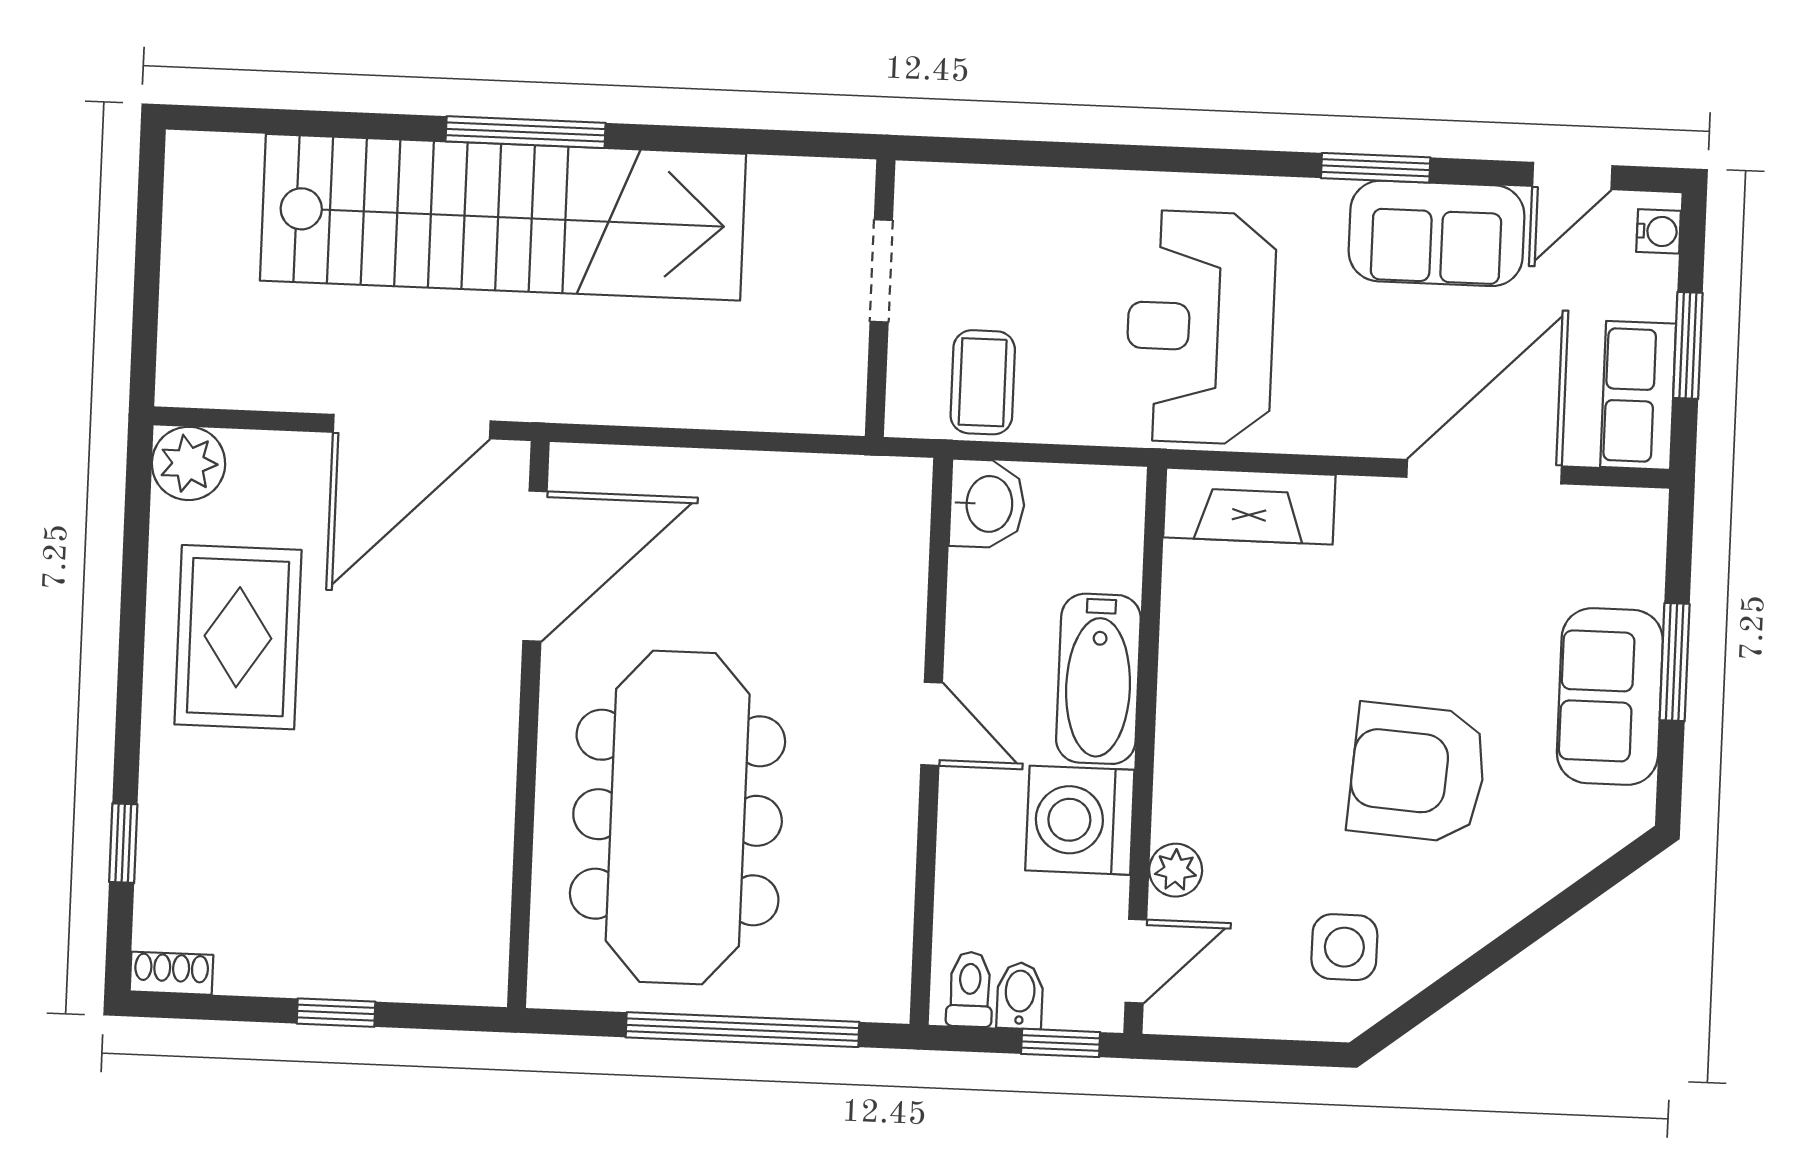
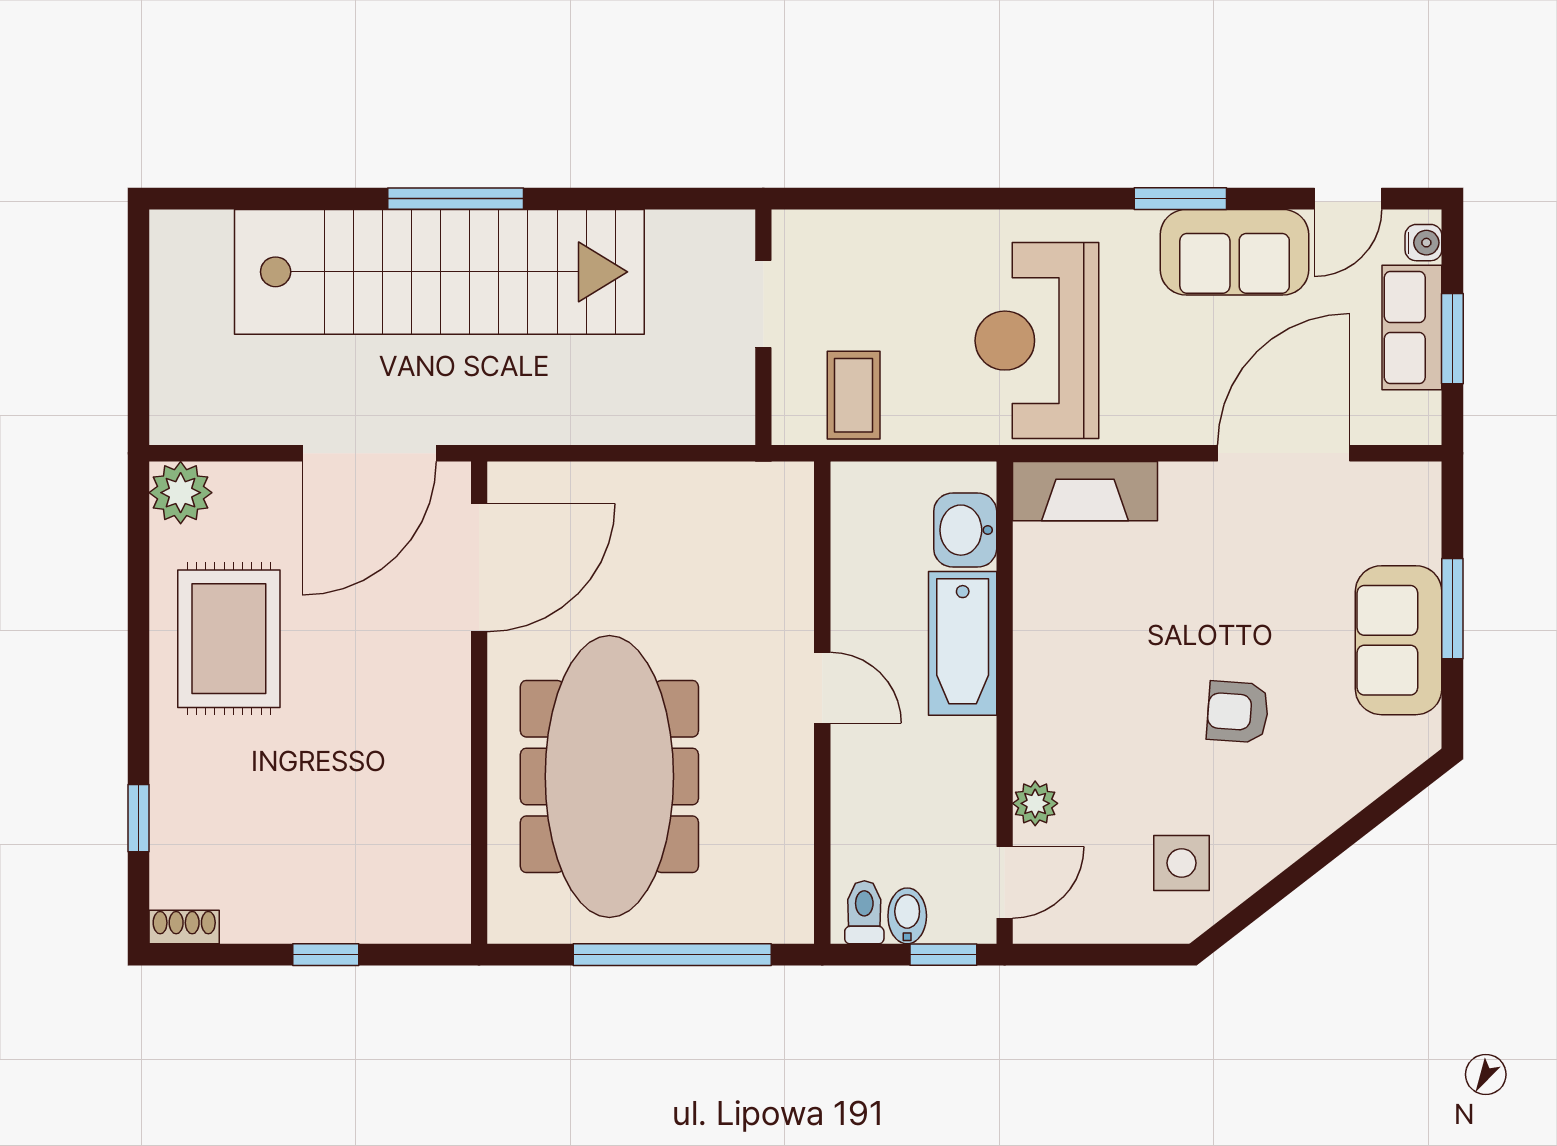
row of seats: (1638, 395) -> (1412, 327), moved
washbasin: (987, 504) -> (965, 530), moved, turned 180
armchair: (1418, 773) -> (1238, 712), width x0.53, depth x0.53
washing machine: (1080, 820) -> (952, 764), removed

